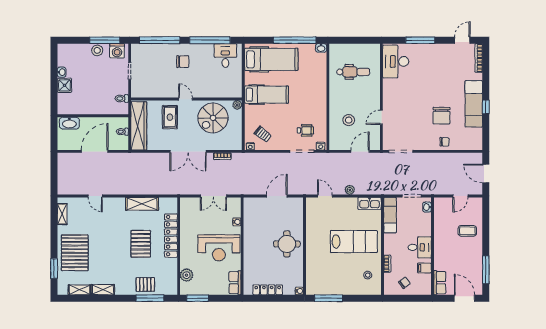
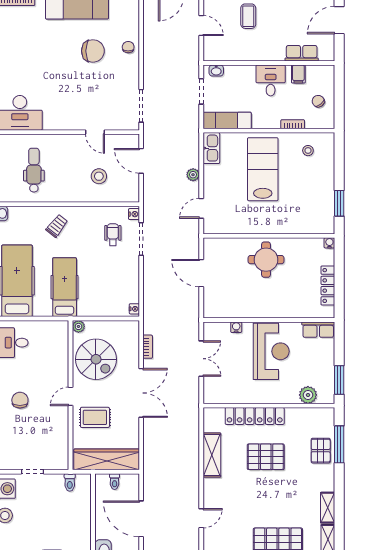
trolley: (263, 134) -> (57, 226), moved
row of seats: (440, 283) -> (302, 53), moved
window: (329, 298) -> (339, 203), width x0.69

